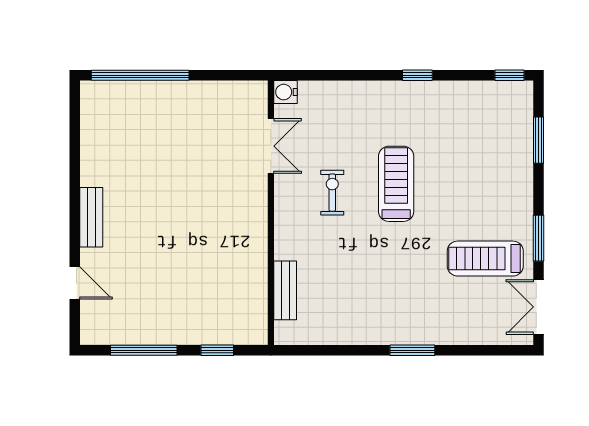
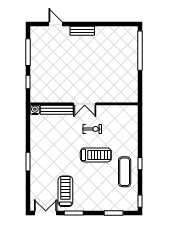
water cooler: (286, 92) -> (35, 110), moved
exercise mat: (437, 113) -> (125, 172), added
double door: (271, 146) -> (85, 104), moved
door: (75, 283) -> (55, 24), swing flipped
bench: (285, 290) -> (57, 110), width x1.36

